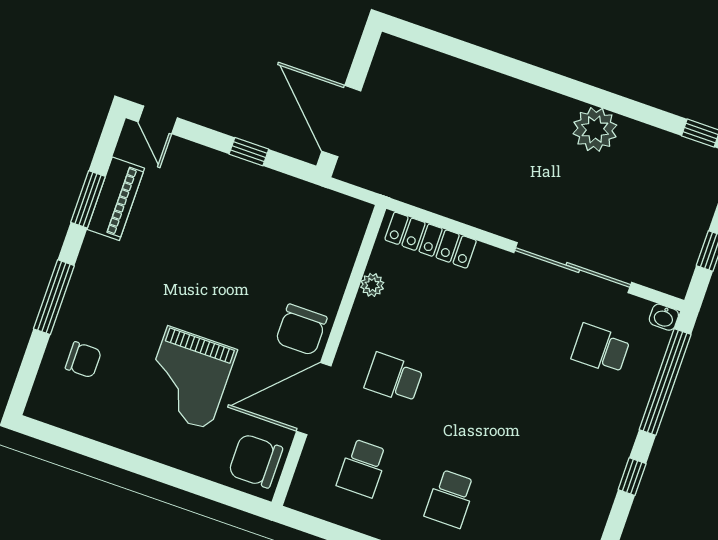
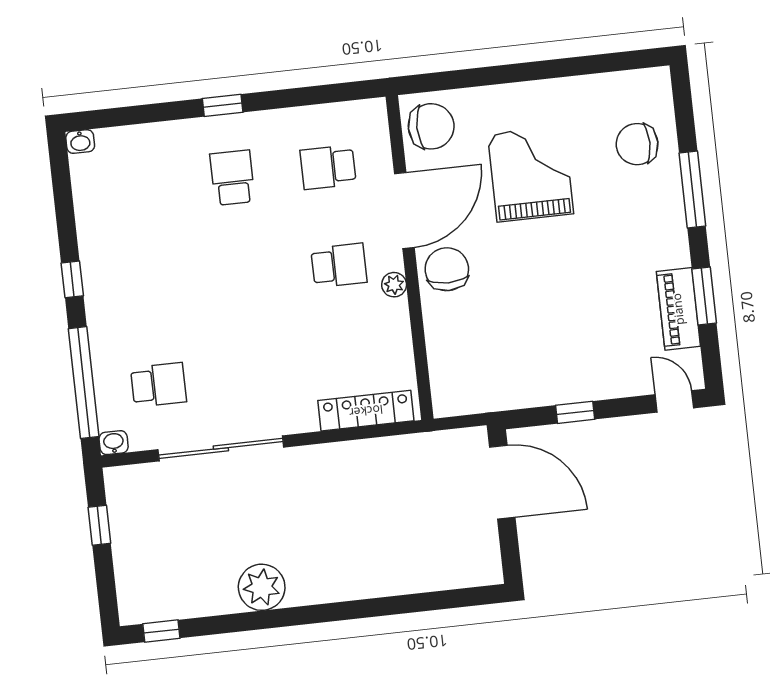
plant: (372, 285) -> (394, 285), moved
chair: (83, 360) -> (637, 144), width x1.37, depth x1.37
school desk: (362, 468) -> (328, 167), turned -90

